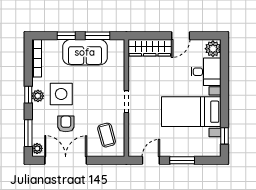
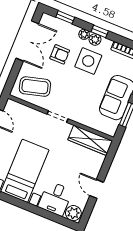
wardrobe: (150, 48) -> (90, 140), moved, turned -90
window: (28, 133) -> (65, 17), width x0.67
coffee table: (107, 135) -> (35, 87), width x1.36, depth x1.30
plant: (37, 148) -> (84, 34), moved

